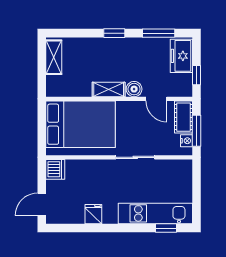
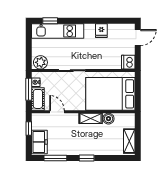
boiler: (134, 89) -> (108, 119), moved
plant: (180, 169) -> (40, 62), added

